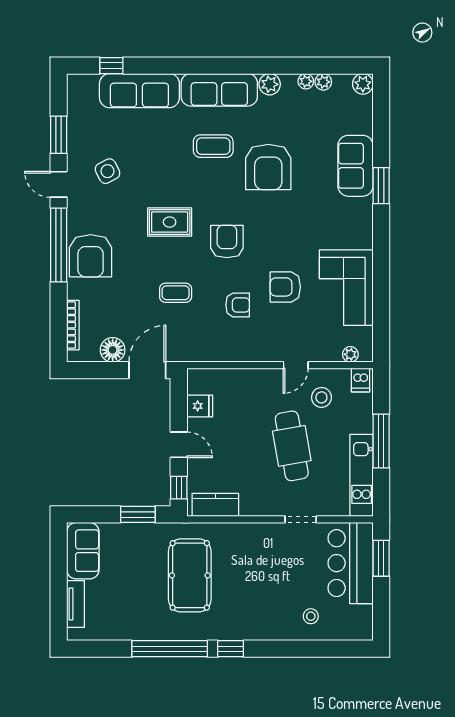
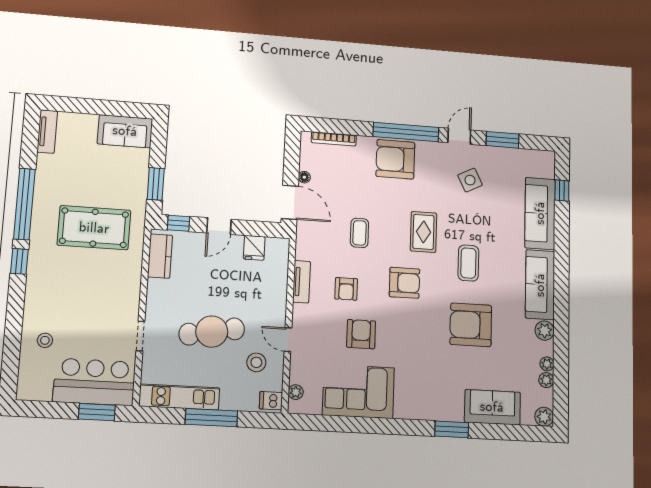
coffee table: (213, 146) -> (468, 263), moved
sofa: (356, 166) -> (492, 407), moved
floor lamp: (113, 350) -> (304, 177), width x0.53, depth x0.53
tv unit: (233, 354) -> (301, 282), added
tv unit: (75, 604) -> (47, 132), moved, turned -90

